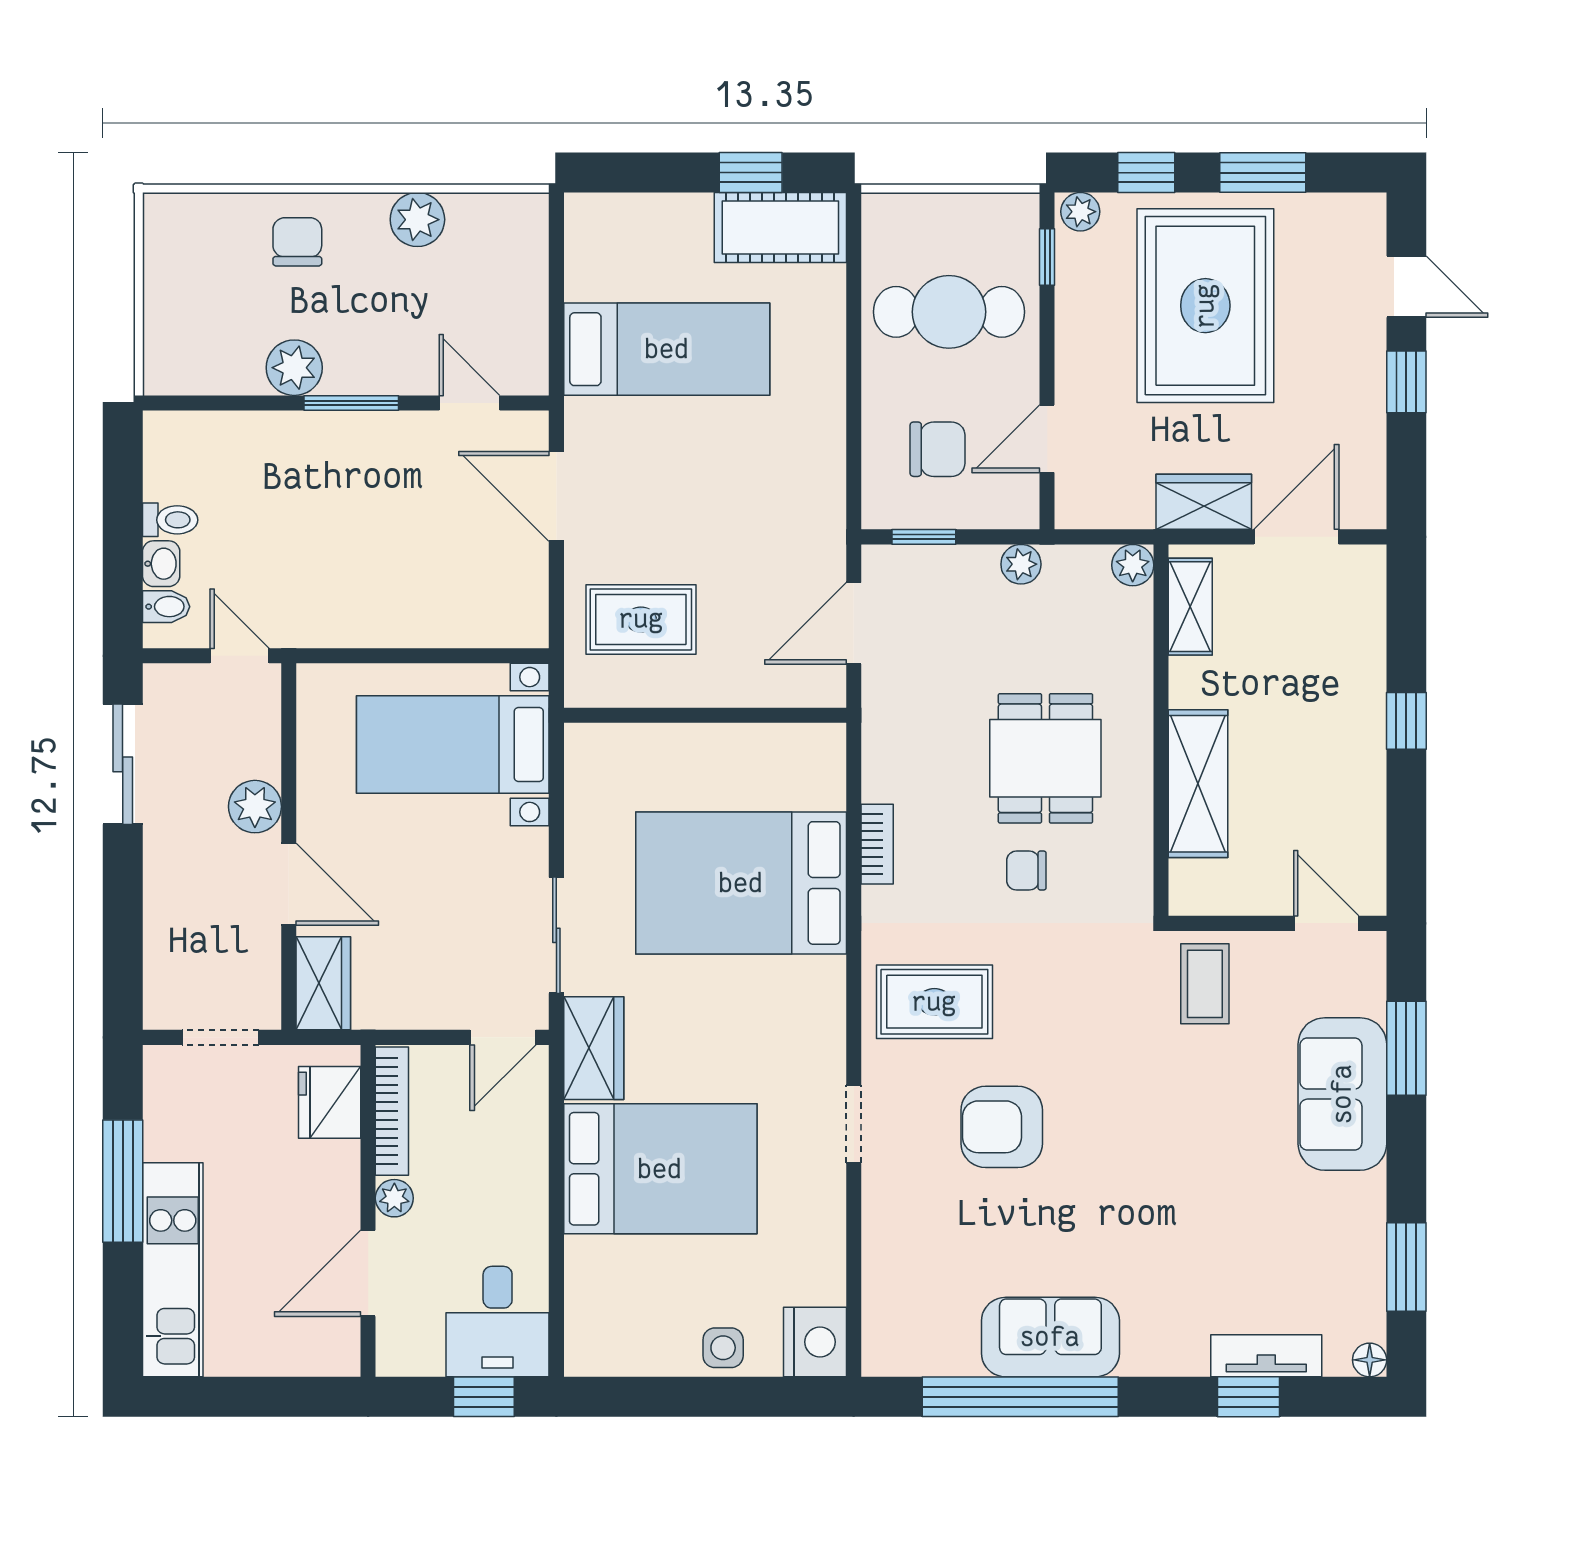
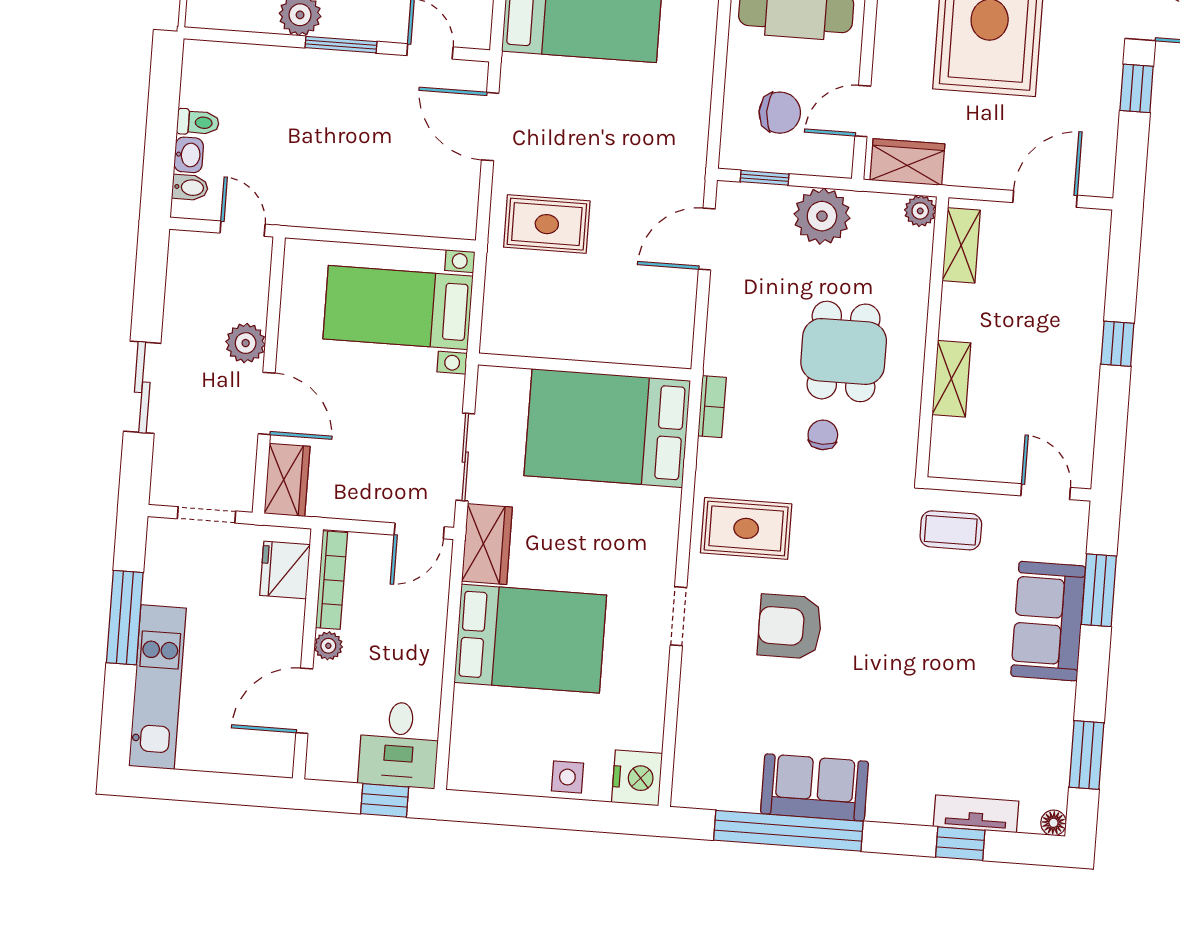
wardrobe: (1204, 502) -> (907, 162), moved
plant: (1021, 564) -> (822, 216), width x1.88, depth x1.88
wall: (705, 715) -> (585, 367), moved
sliding door: (123, 764) -> (142, 387), moved
shelving: (1198, 784) -> (951, 379), width x0.67, depth x0.75
chair: (1026, 871) -> (823, 435), turned 90
coffee table: (1205, 984) -> (951, 530), turned 90

